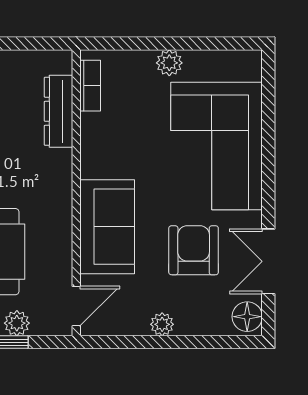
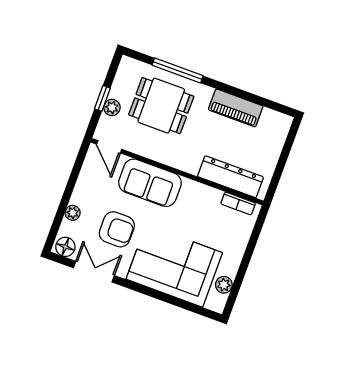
plant: (169, 63) -> (224, 285), moved
dresser: (58, 111) -> (231, 177), width x1.37, depth x1.24
plant: (162, 324) -> (73, 213), moved

